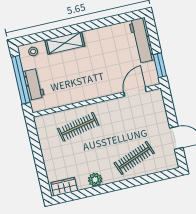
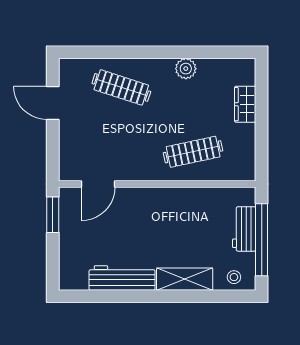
workbench: (142, 40) -> (122, 278), moved, turned -90
clothes rail: (134, 158) -> (121, 87), turned 39
wardrobe: (64, 187) -> (245, 104), moved, turned 90

